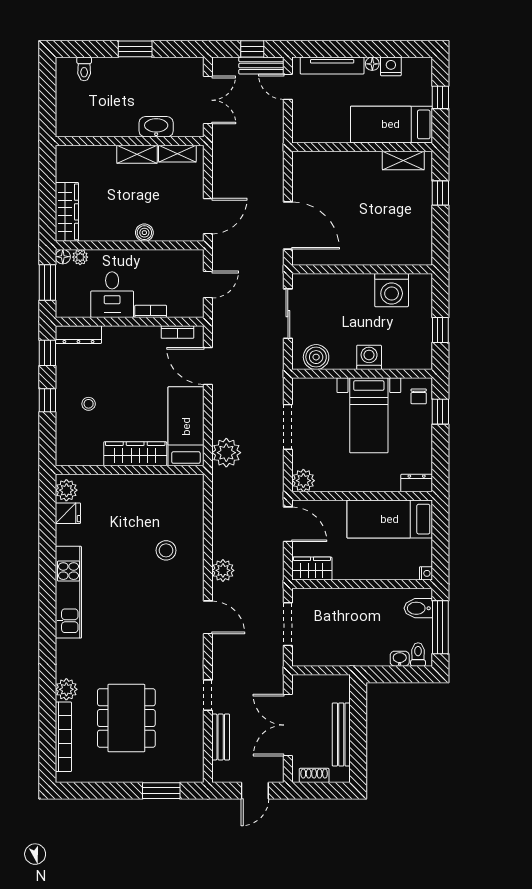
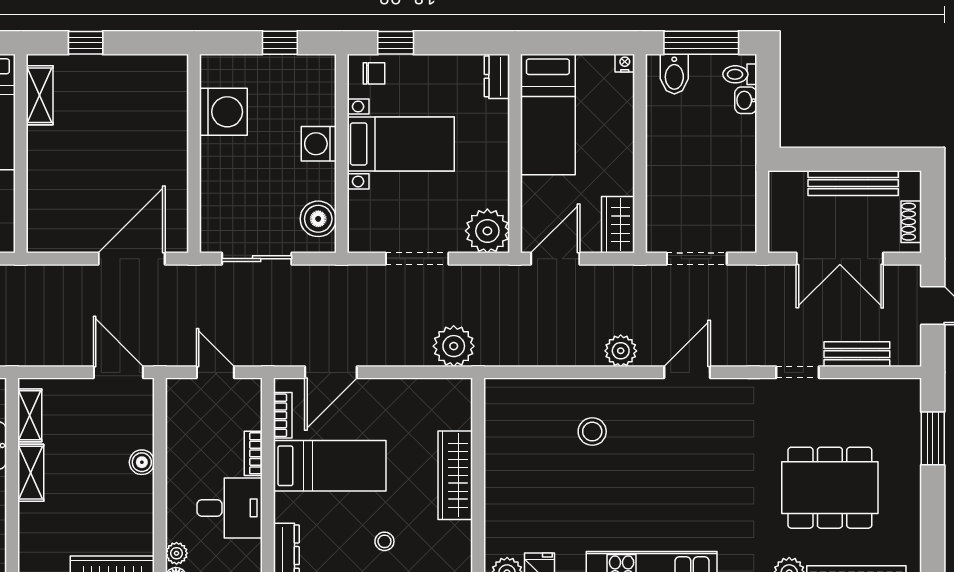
bed: (186, 426) -> (330, 466), moved, turned 180
plant: (303, 481) -> (487, 231), width x1.36, depth x1.36

